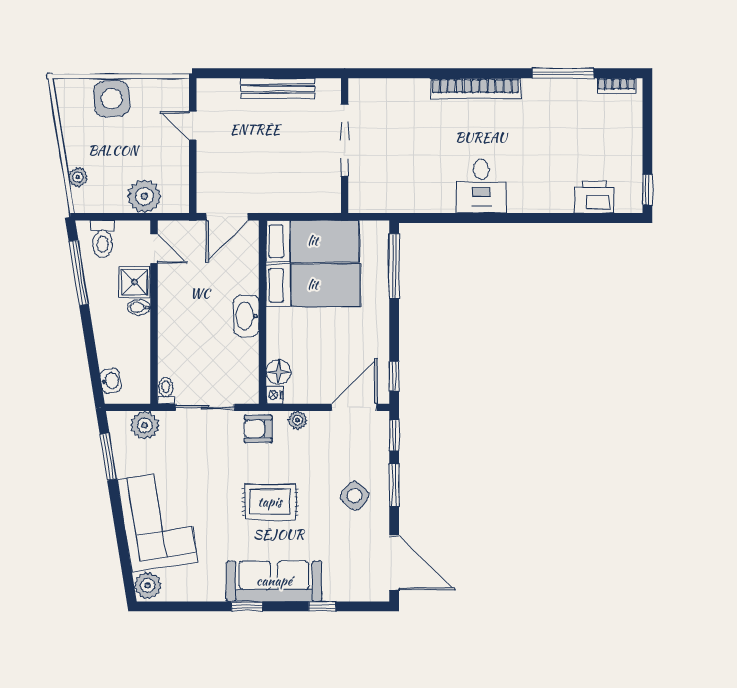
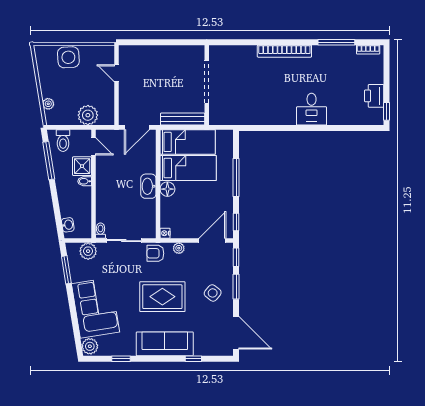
bench: (278, 88) -> (183, 119), moved
desk: (481, 186) -> (312, 109), moved
printer: (594, 197) -> (374, 96), moved, turned -90
window: (394, 266) -> (236, 177), moved
floor lamp: (279, 372) -> (167, 189), moved
rug: (270, 502) -> (162, 297), width x1.36, depth x1.43
window: (247, 606) -> (121, 359), moved

